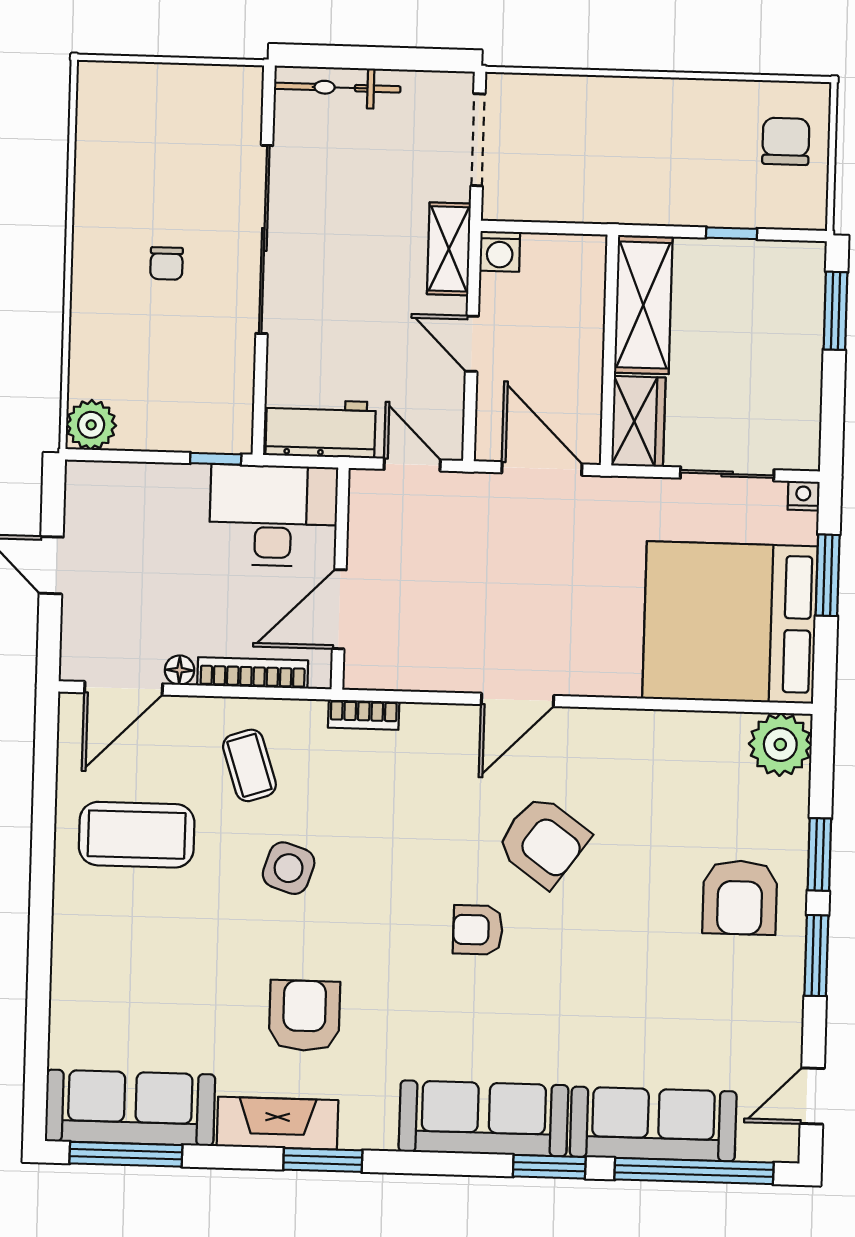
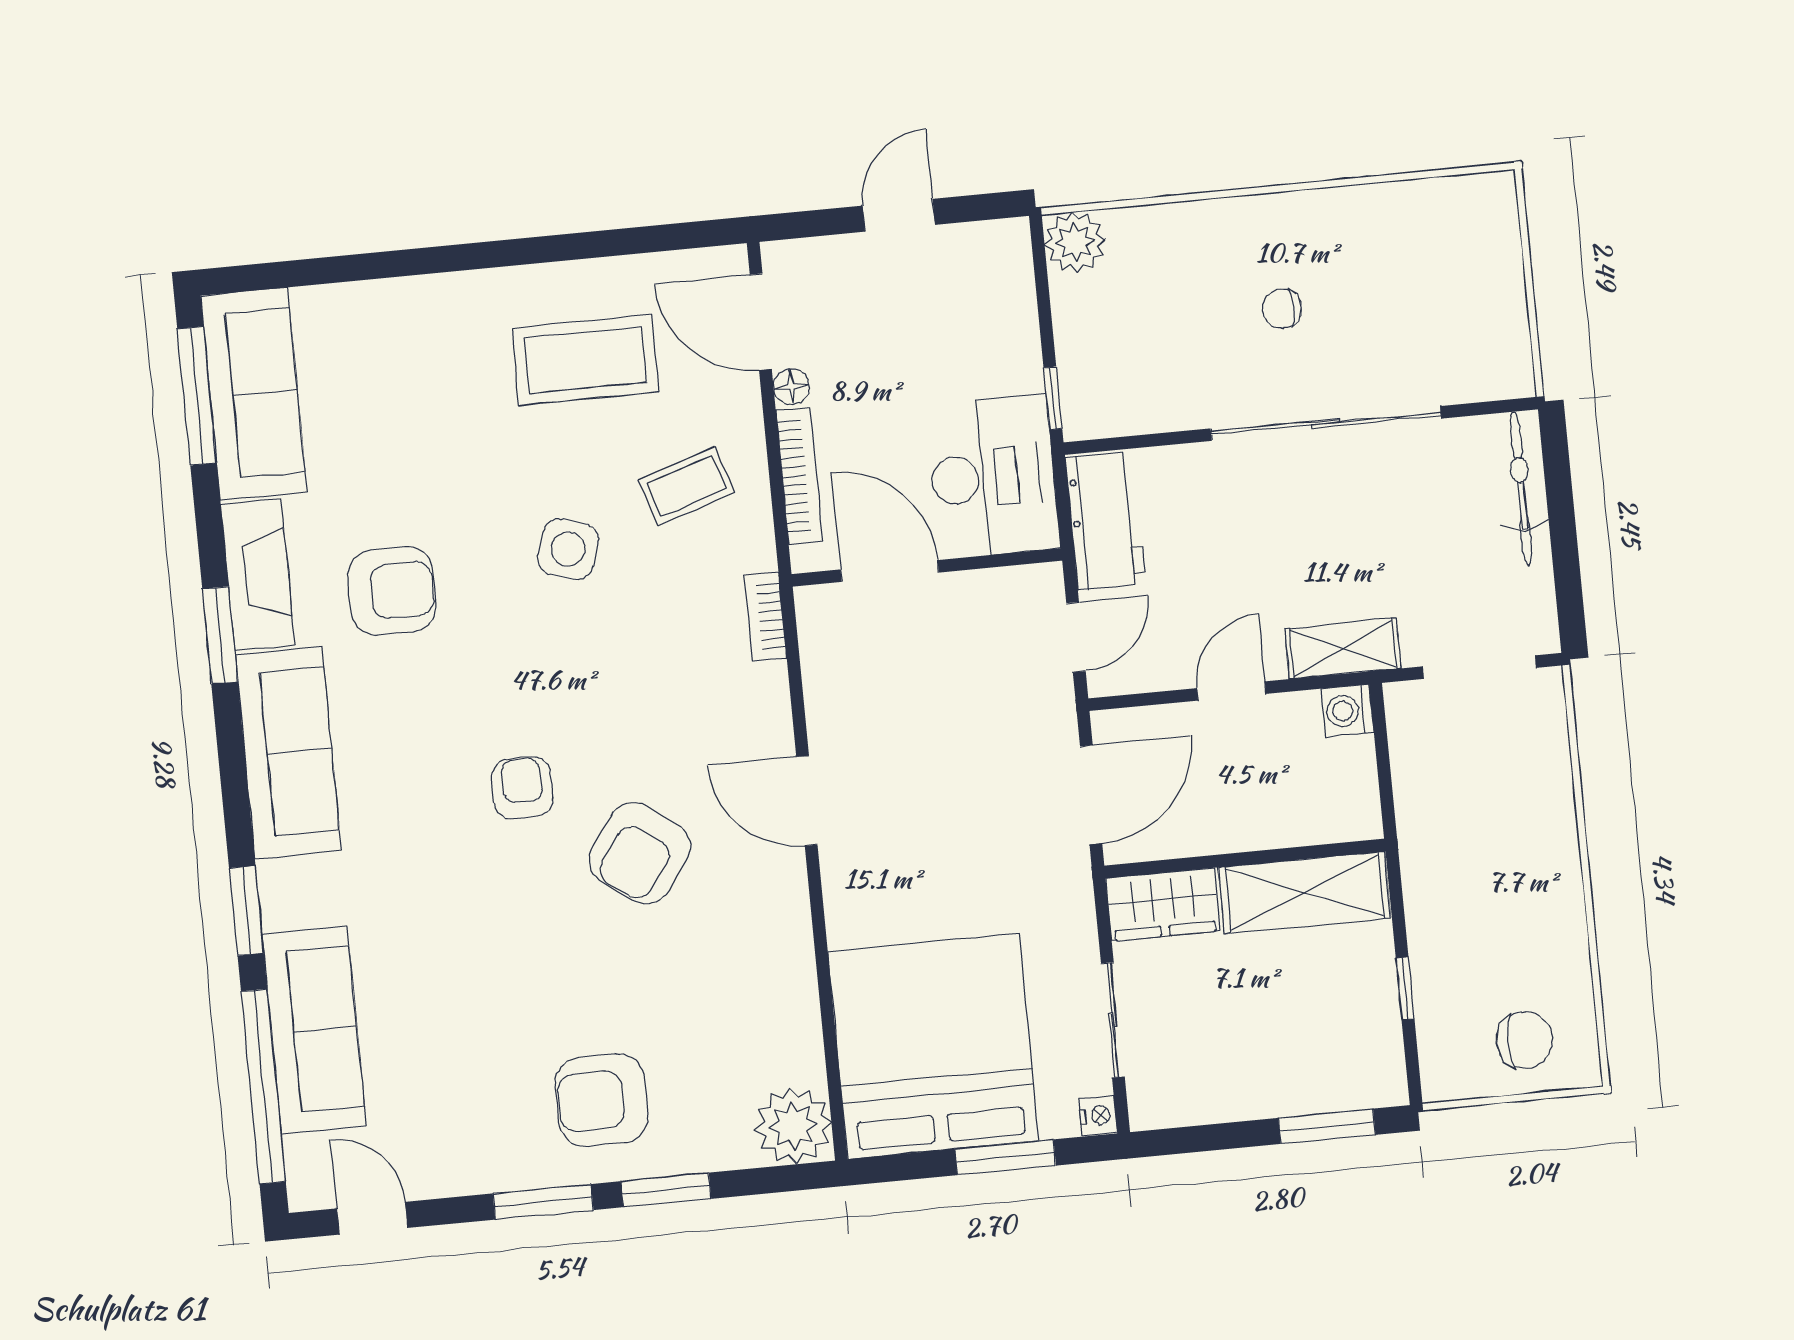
coffee table: (137, 835) -> (586, 360), turned 90
sofa: (483, 1118) -> (288, 753), moved

